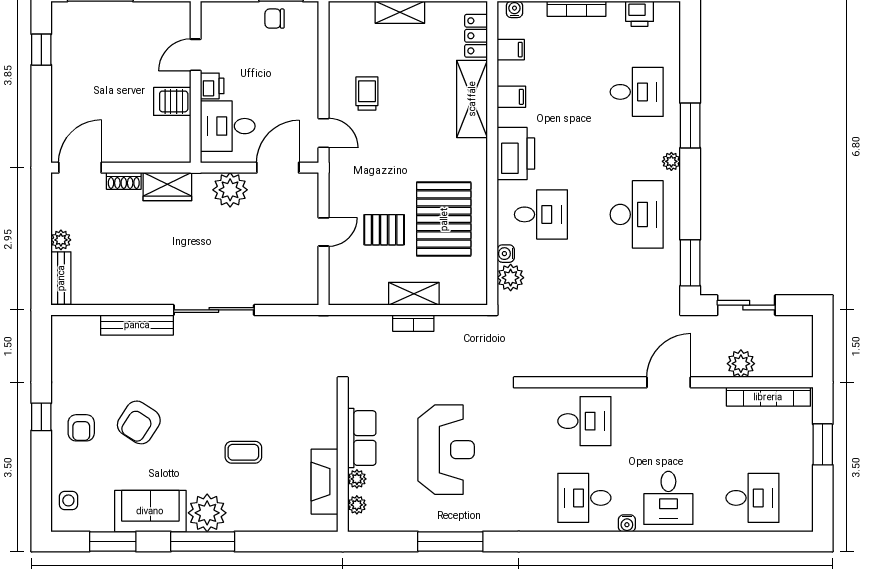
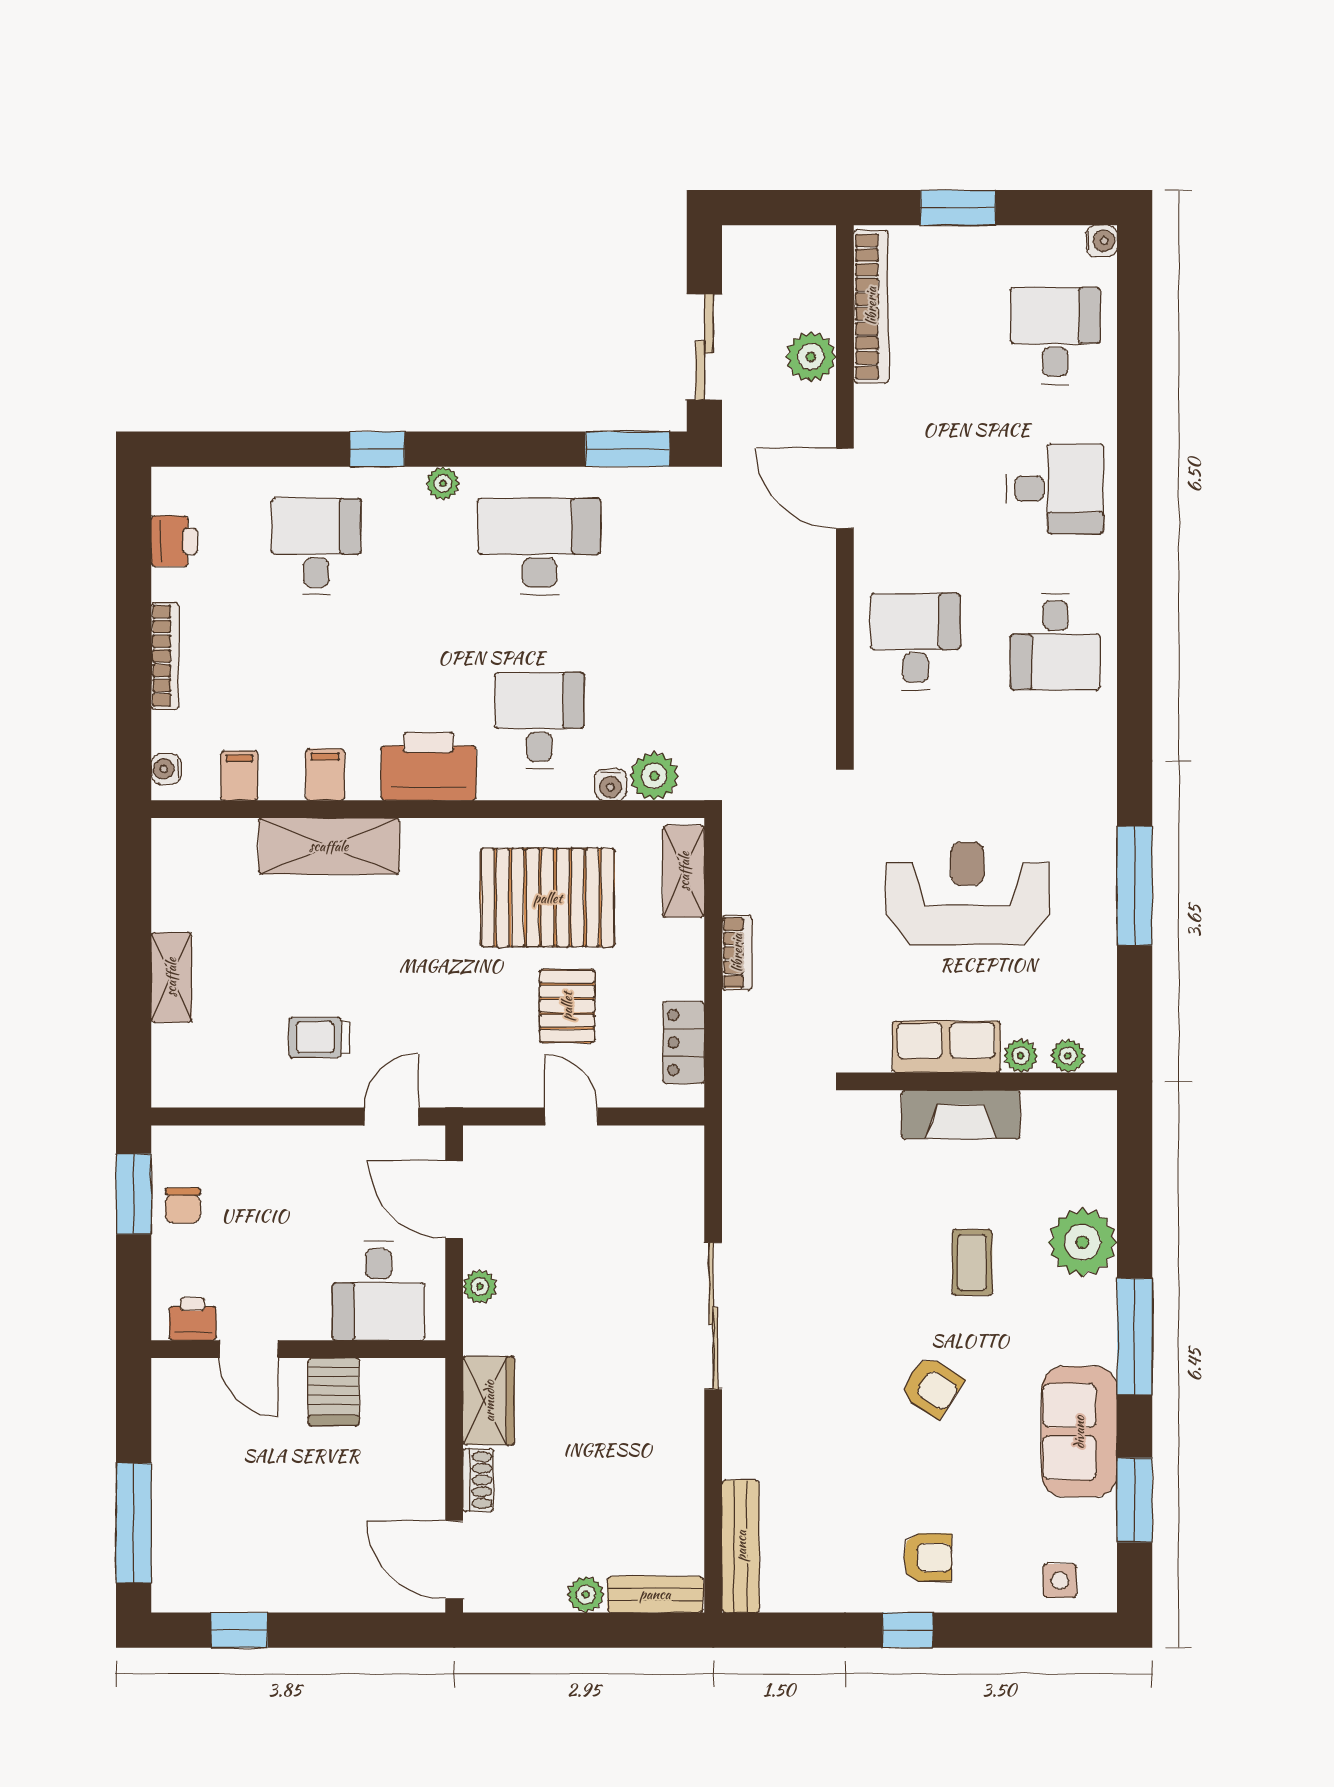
locker: (476, 36) -> (684, 1043), moved, turned 90
printer: (212, 86) -> (193, 1319), moved
window: (690, 125) -> (377, 449), width x0.67
plant: (230, 190) -> (480, 1287), width x0.53, depth x0.53
shelving: (414, 294) -> (684, 871), moved
bench: (137, 325) -> (741, 1546), moved
armchair: (139, 422) -> (932, 1387), moved, width x0.72, depth x0.72
fireplace: (325, 482) -> (961, 1114), moved
plant: (207, 513) -> (1083, 1242), moved
water cooler: (627, 523) -> (1102, 241), moved

